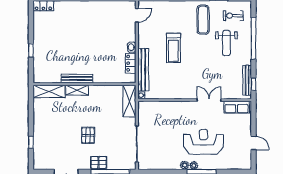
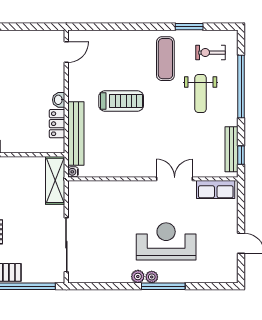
treadmill: (173, 48) -> (121, 101), turned -90

